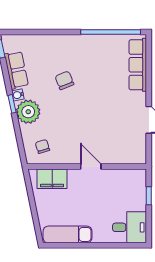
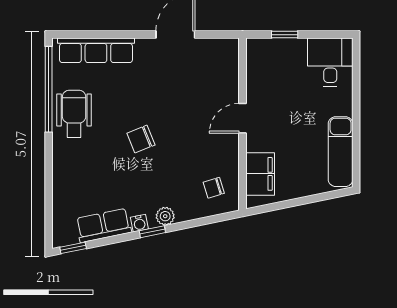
wheelchair: (94, 50) -> (74, 114), added
chair: (64, 80) -> (141, 139), moved
plant: (28, 112) -> (165, 216), width x0.53, depth x0.53

